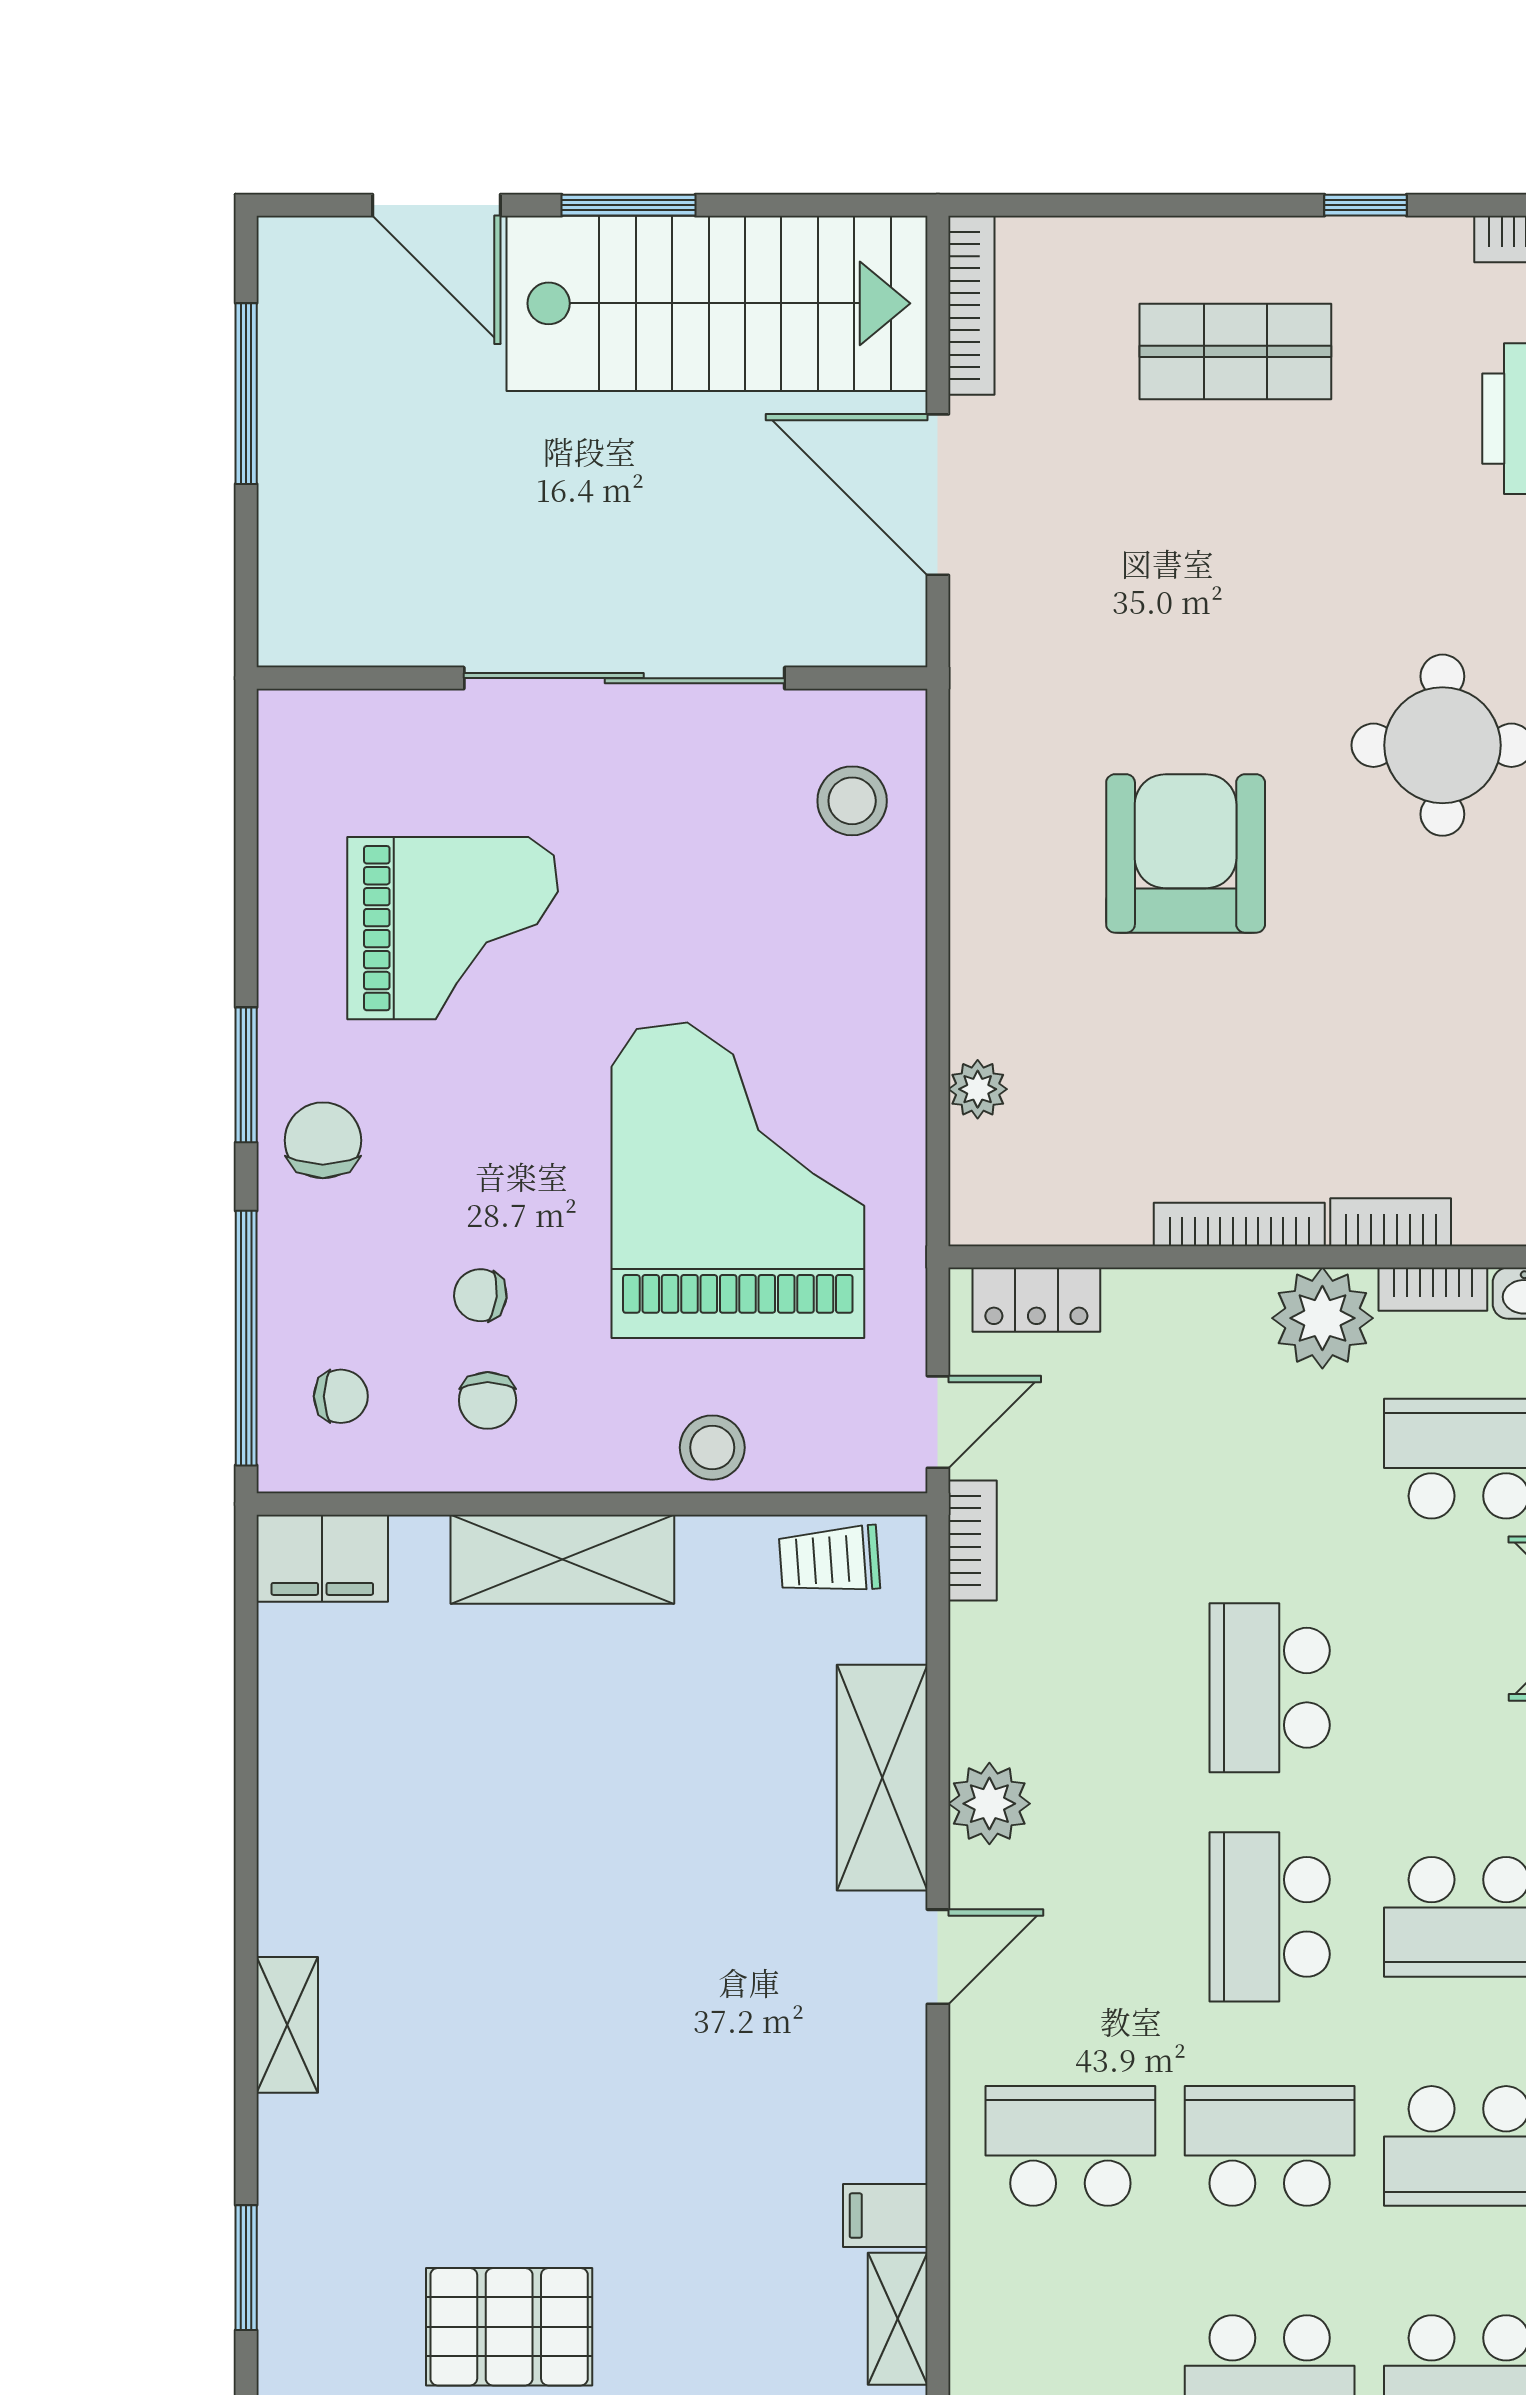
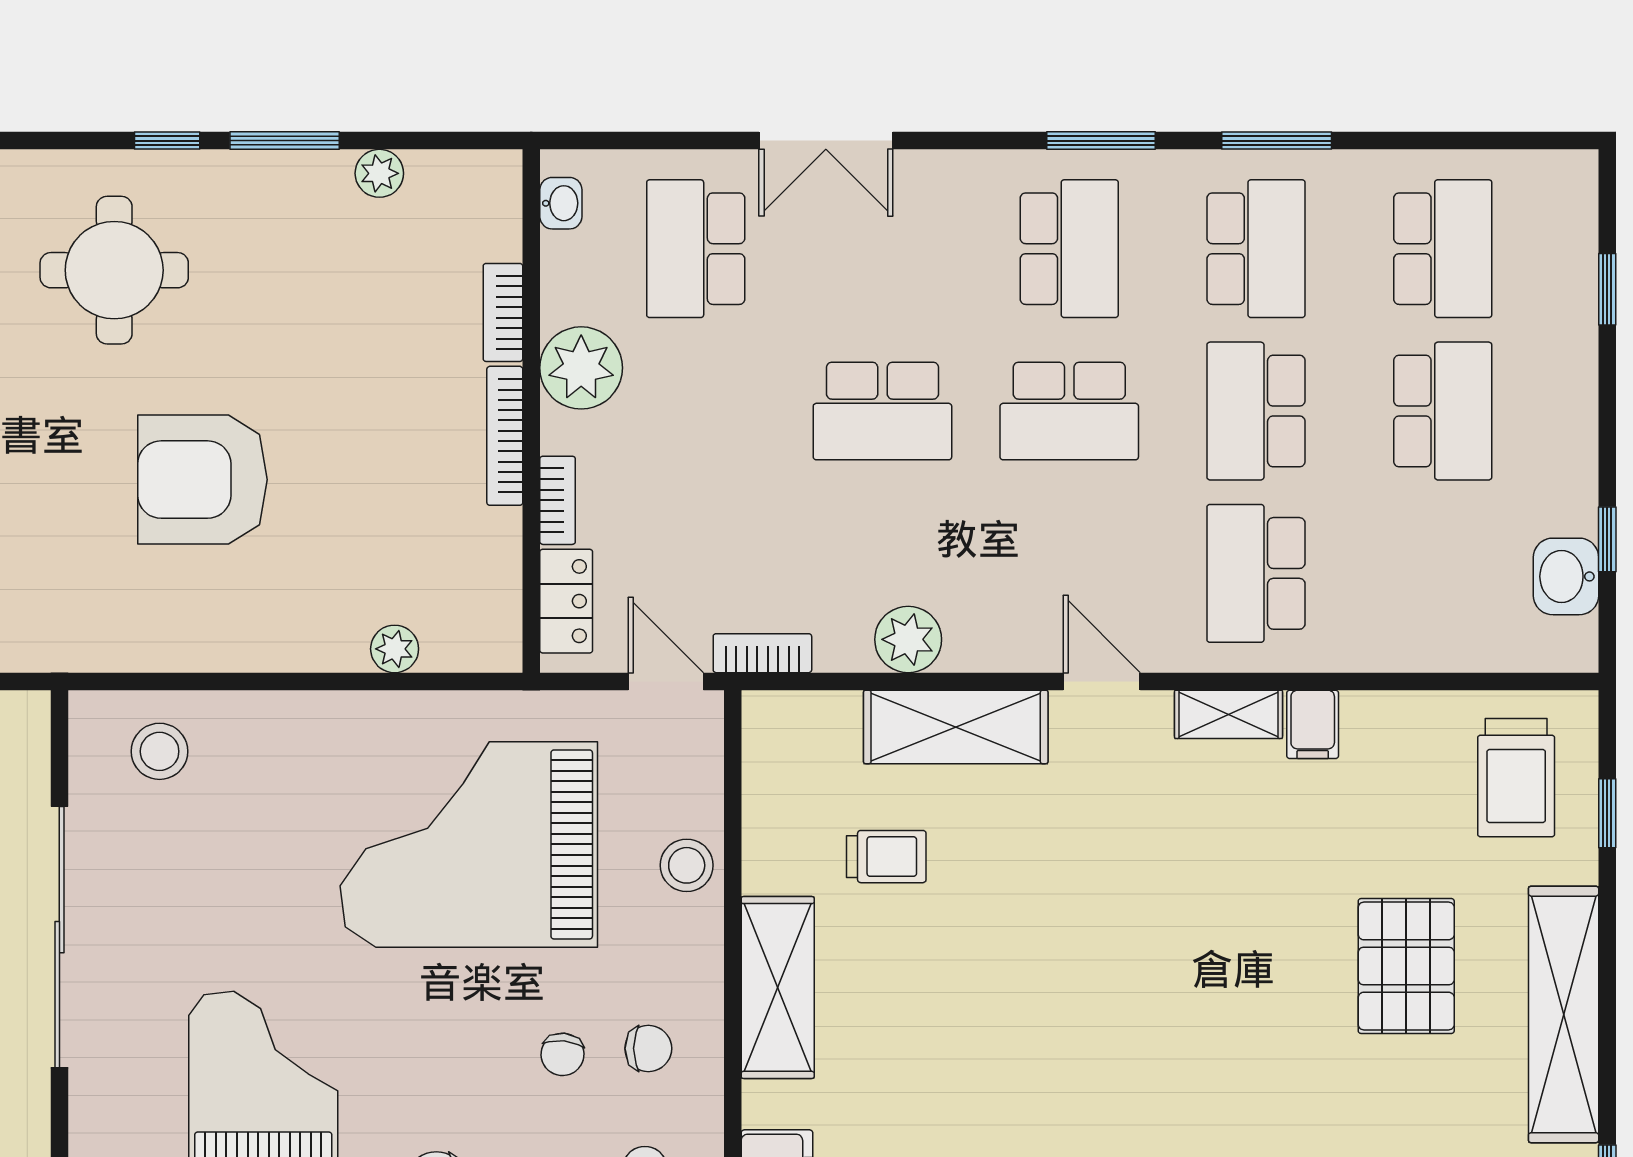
bookcase: (1433, 1289) -> (558, 500), moved
trolley: (829, 1560) -> (886, 857), moved, turned -86
plant: (989, 1804) -> (908, 639), moved
shelving: (898, 2319) -> (1228, 714), moved
pallet: (509, 2327) -> (1406, 966), moved

